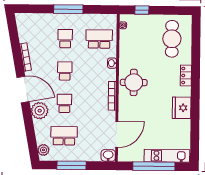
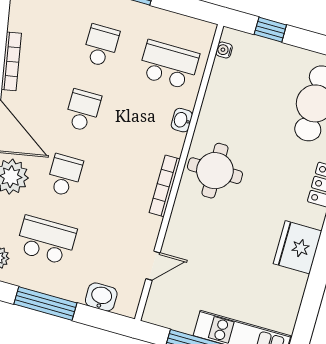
door: (117, 134) -> (153, 266), width x0.53
washbasin: (108, 155) -> (101, 297), moved

